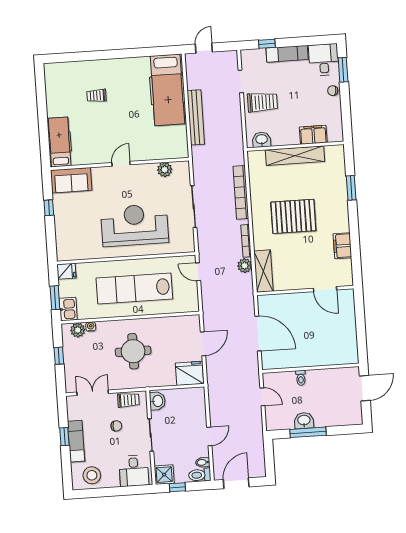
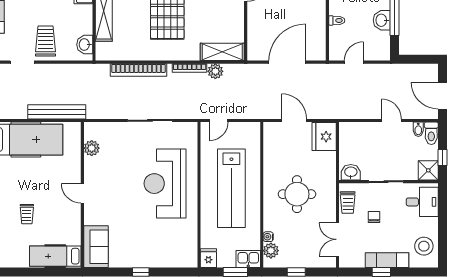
hospital bed: (60, 142) -> (55, 256), moved
wall: (120, 164) -> (82, 195), moved
door: (121, 164) -> (82, 193), moved
plant: (165, 170) -> (92, 148), moved
sofa: (71, 180) -> (96, 247), moved
trolley: (128, 400) -> (348, 203), turned 180

